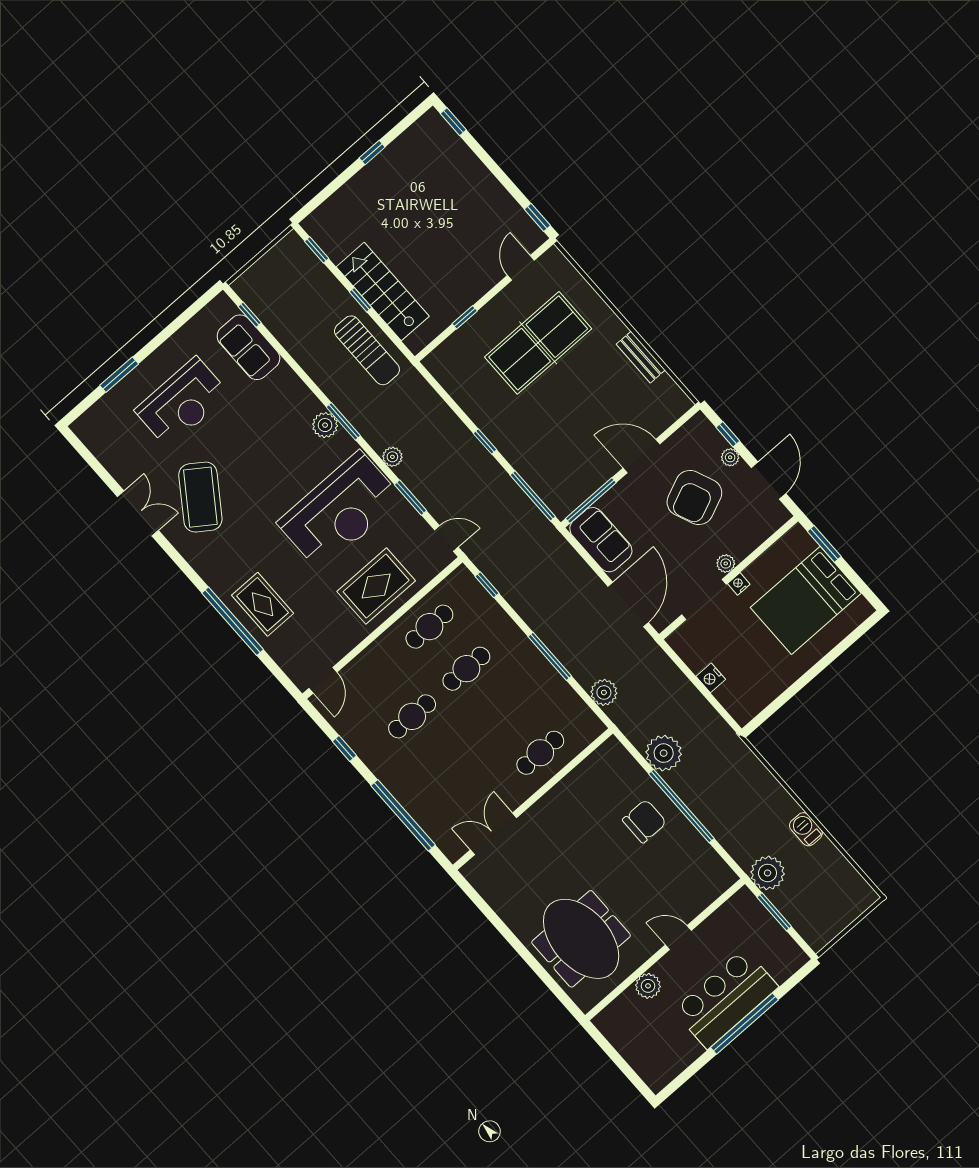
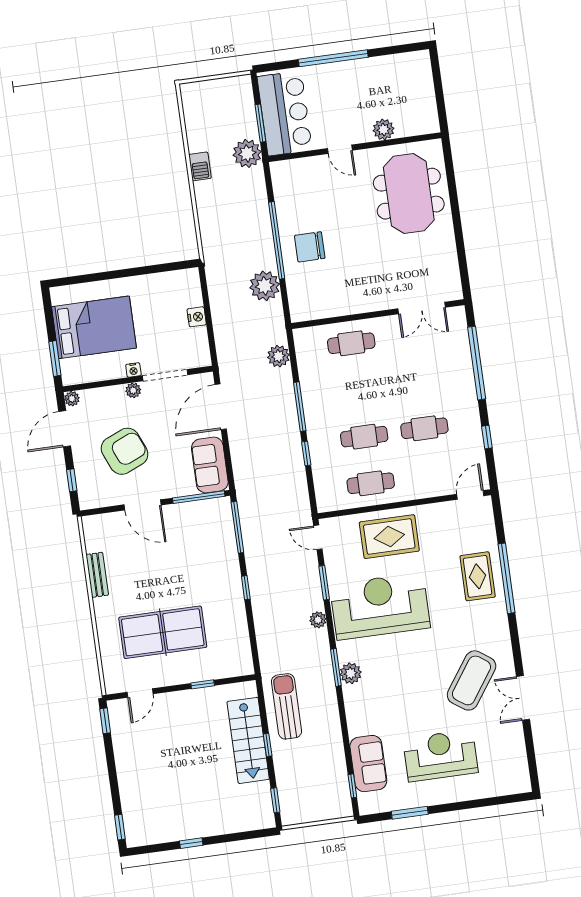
window: (119, 375) -> (410, 813), moved
plant: (730, 457) -> (72, 399), moved
window: (487, 585) -> (306, 454), moved
bar counter: (726, 999) -> (285, 113), moved, turned -90

